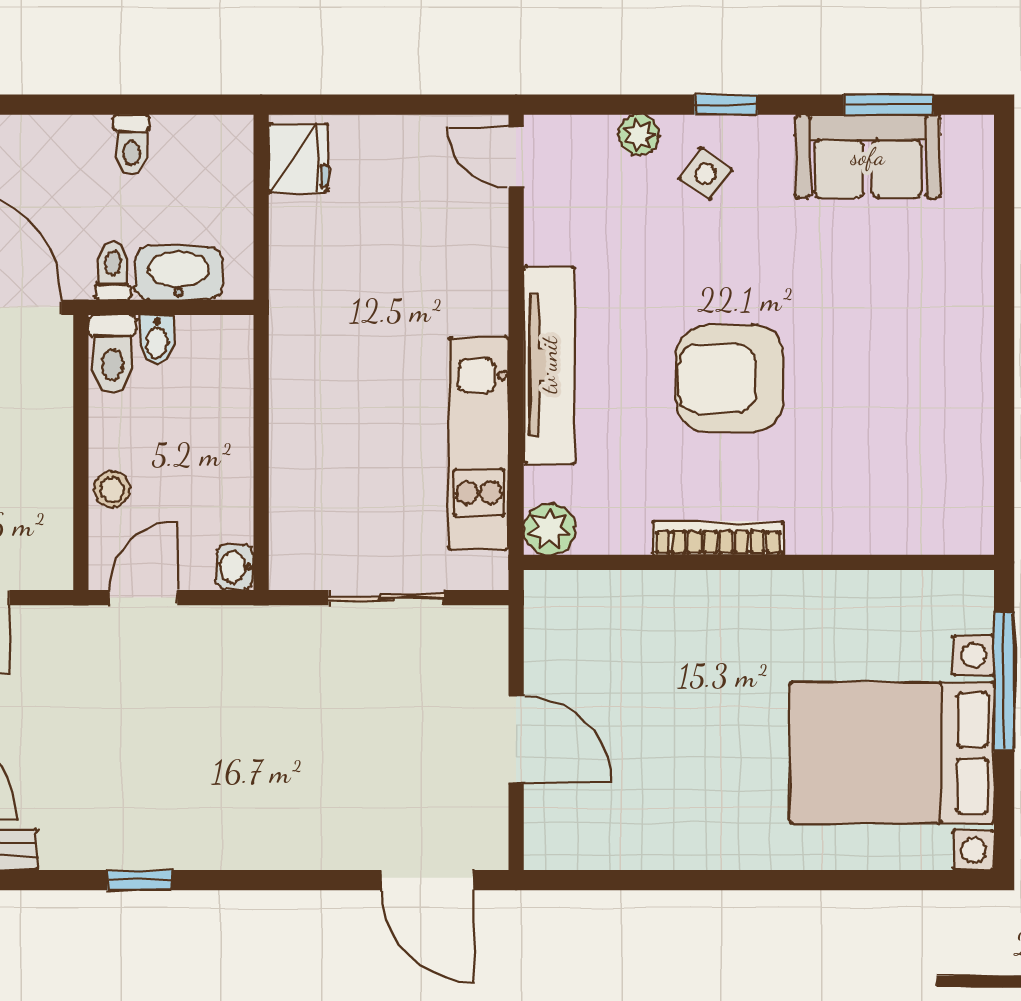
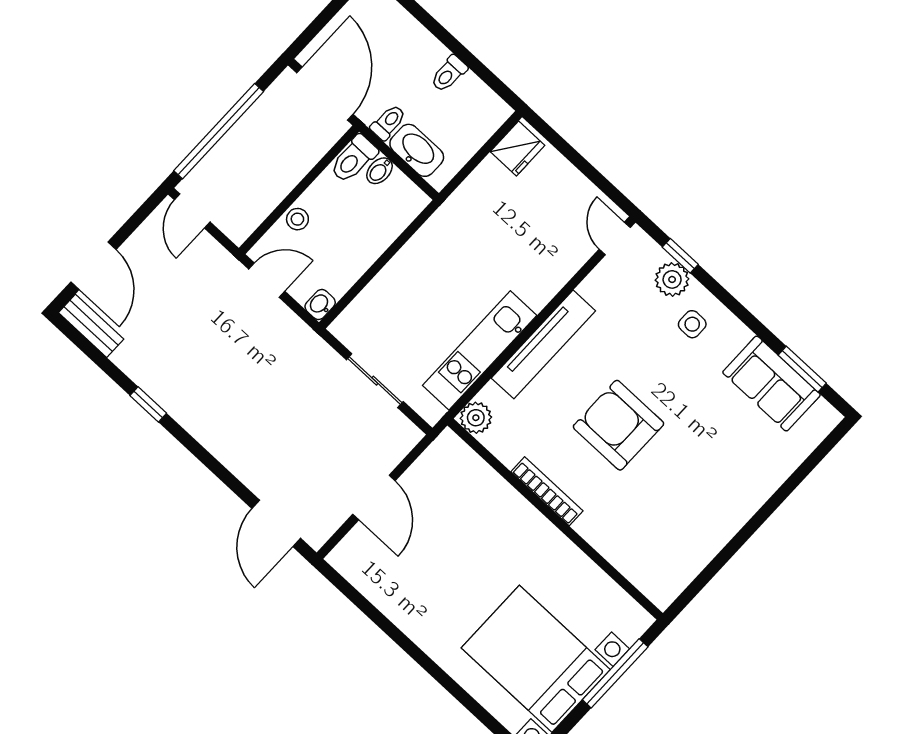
window: (726, 105) -> (680, 256), moved
plant: (639, 135) -> (672, 279), width x1.38, depth x1.38
side table: (706, 174) -> (692, 324), turned -35

